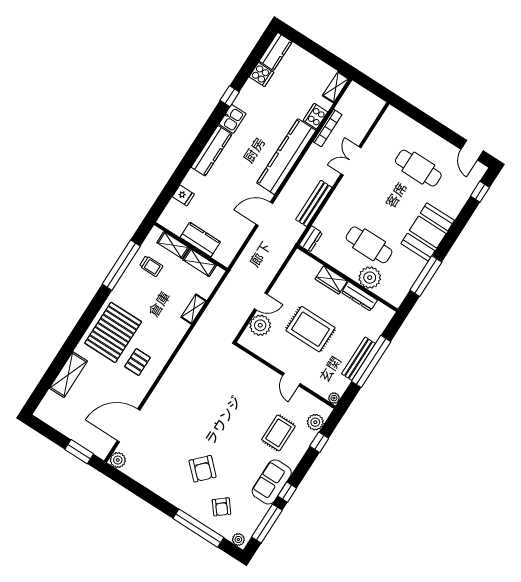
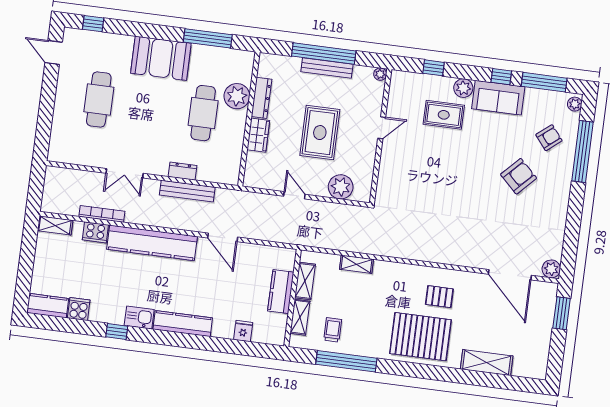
door: (472, 150) -> (54, 52), swing flipped
dresser: (311, 239) -> (182, 171), moved
door: (261, 301) -> (294, 195), moved
plant: (315, 422) -> (463, 88), moved

